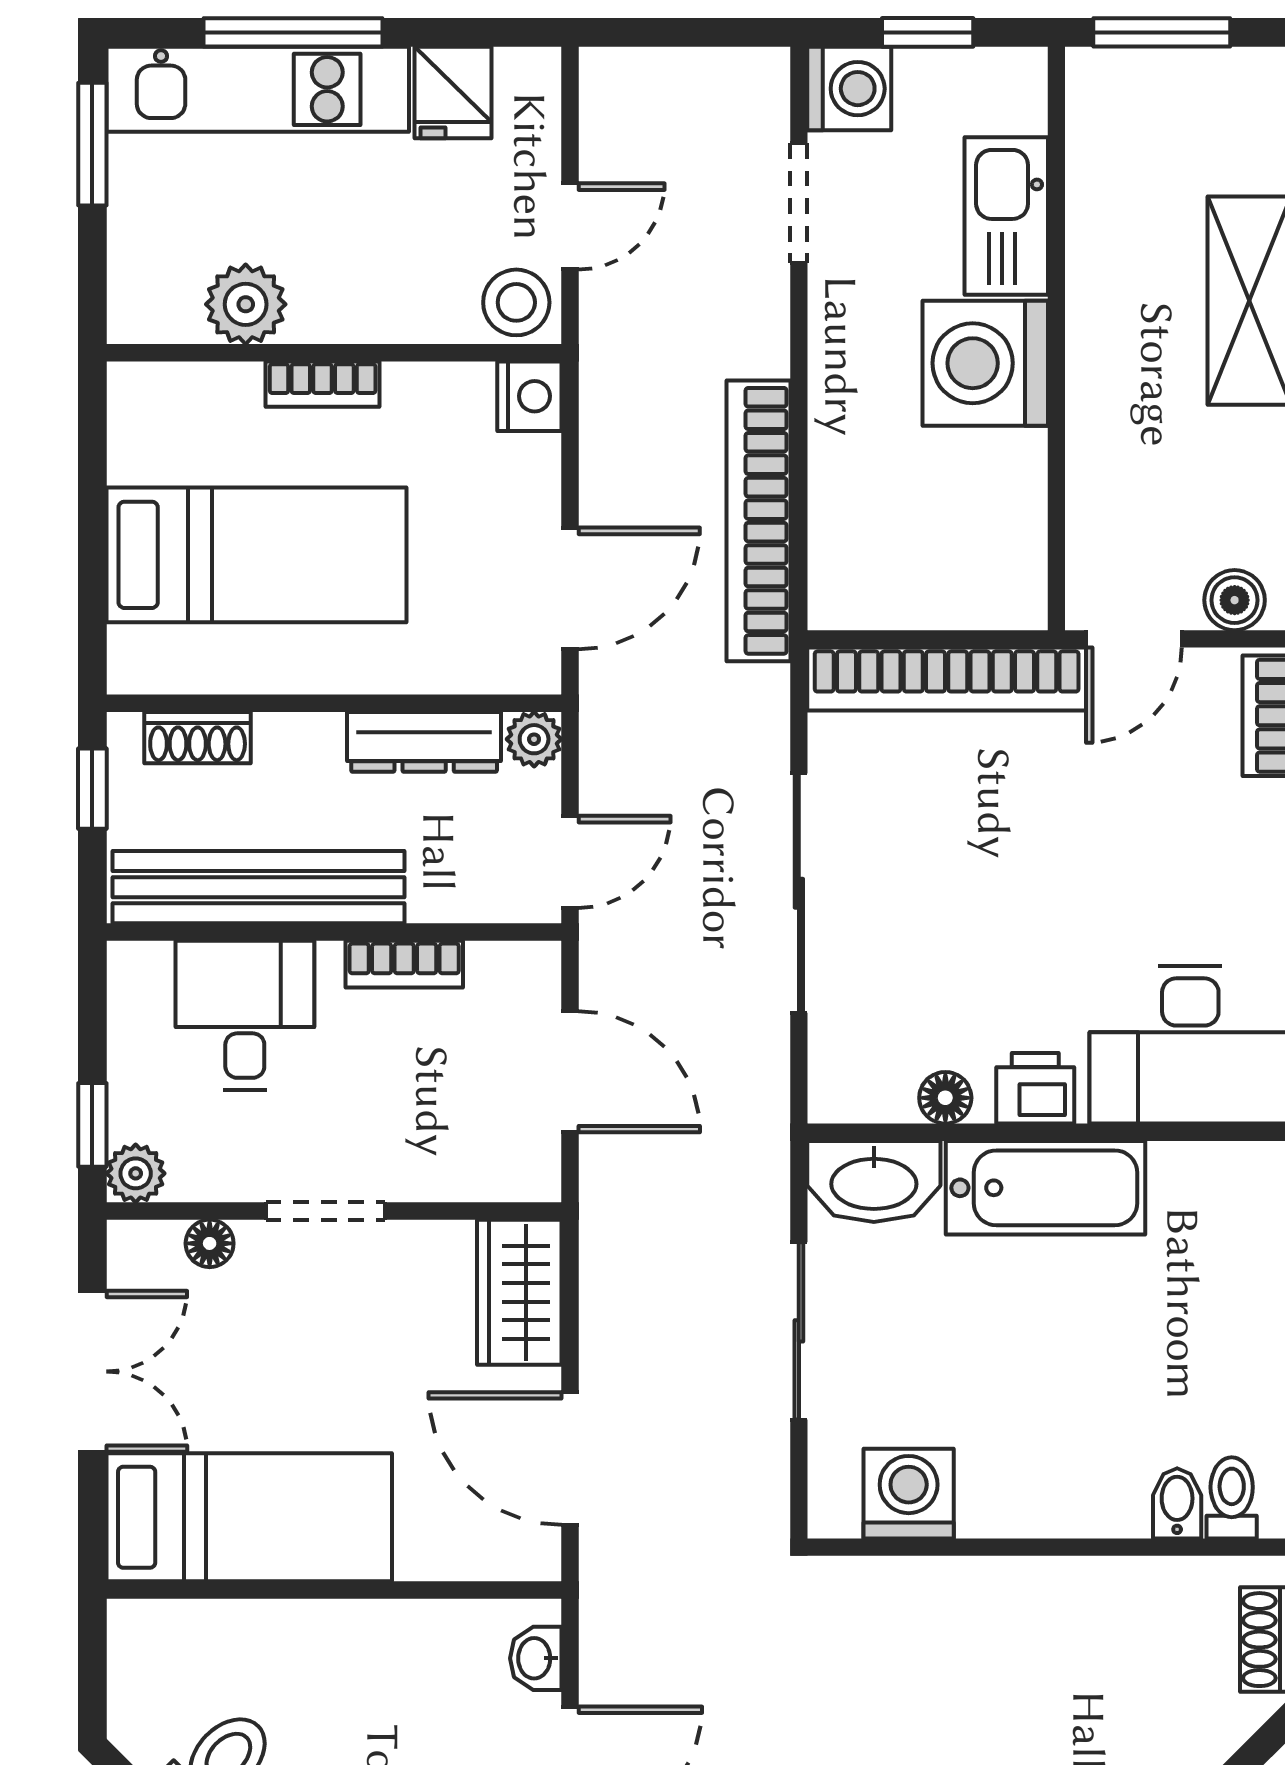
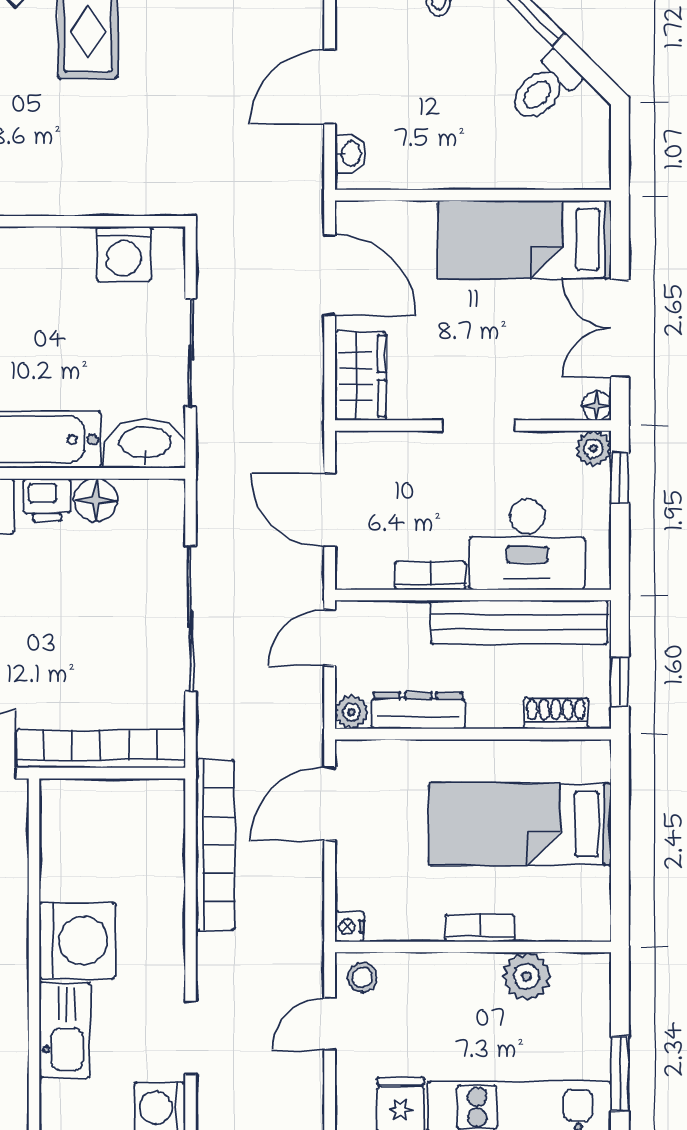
stool: (516, 302) -> (362, 978), width x0.73, depth x0.73
nightstand: (529, 396) -> (349, 927), width x0.72, depth x0.74
desk: (245, 1015) -> (527, 544), width x1.37
floor lamp: (945, 1098) -> (96, 500), width x1.37, depth x1.37
floor lamp: (210, 1243) -> (597, 406), moved

